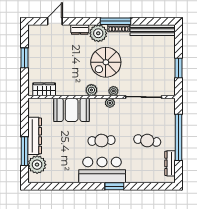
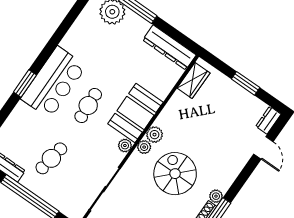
dresser: (80, 30) -> (268, 120), moved
plant: (98, 33) -> (216, 196), width x0.53, depth x0.53
plant: (113, 91) -> (144, 147), moved
booth: (72, 110) -> (136, 113), moved
dresser: (35, 136) -> (169, 47), moved

